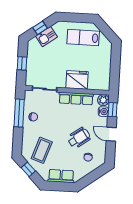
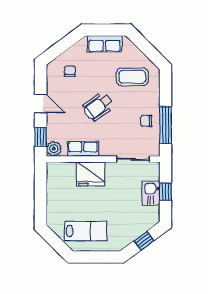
kitchen sink: (47, 37) -> (151, 193), moved, turned -53
row of seats: (76, 99) -> (83, 149), width x0.68
water cooler: (103, 112) -> (53, 133), removed
wheelchair: (79, 138) -> (98, 106), moved
coffee table: (42, 150) -> (132, 77), turned 71
window: (28, 169) -> (149, 50), removed

